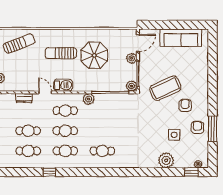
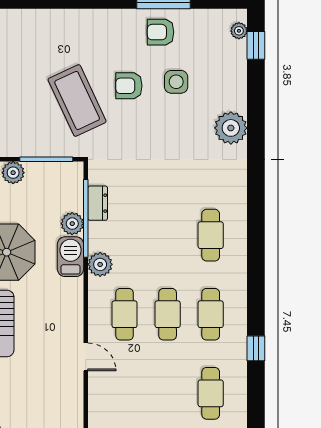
barbecue: (63, 85) -> (70, 257), moved
plant: (132, 86) -> (72, 224), moved
door: (45, 92) -> (86, 357), swing flipped
dresser: (24, 98) -> (98, 203), moved
armchair: (185, 105) -> (129, 86), moved
cafe table: (28, 131) -> (168, 393), removed
plant: (166, 160) -> (231, 128), moved

